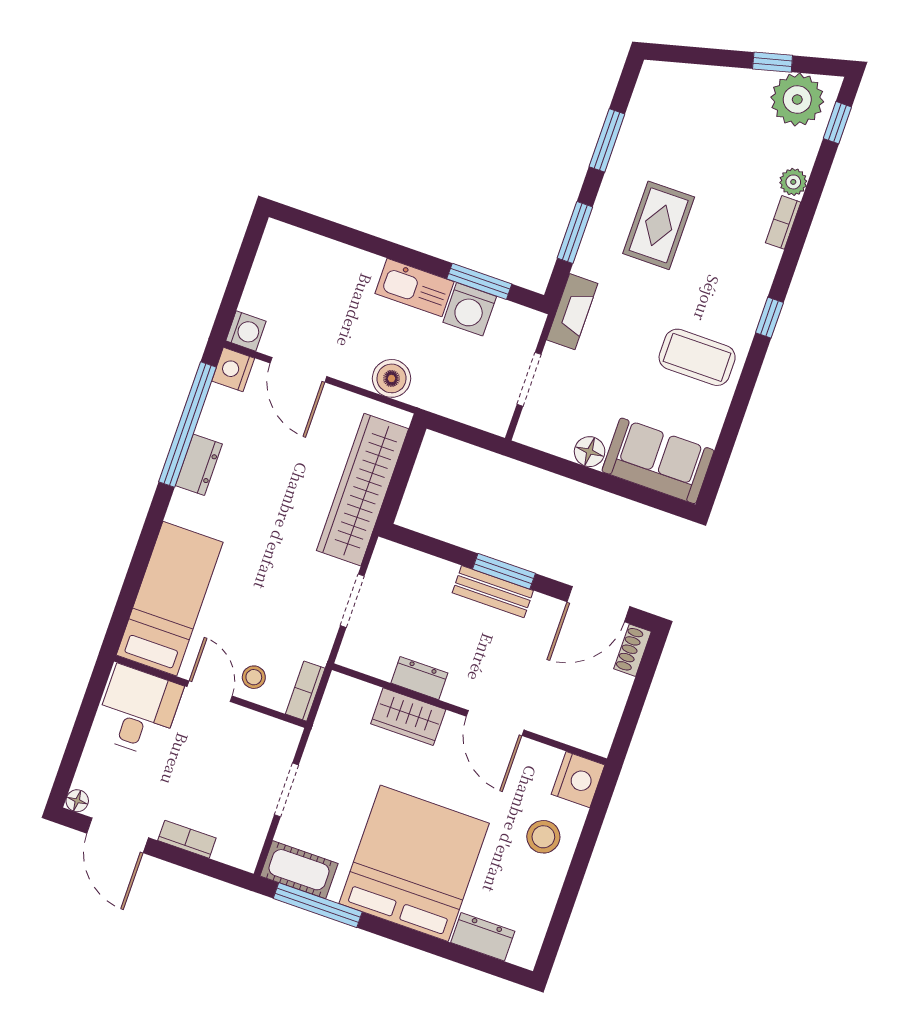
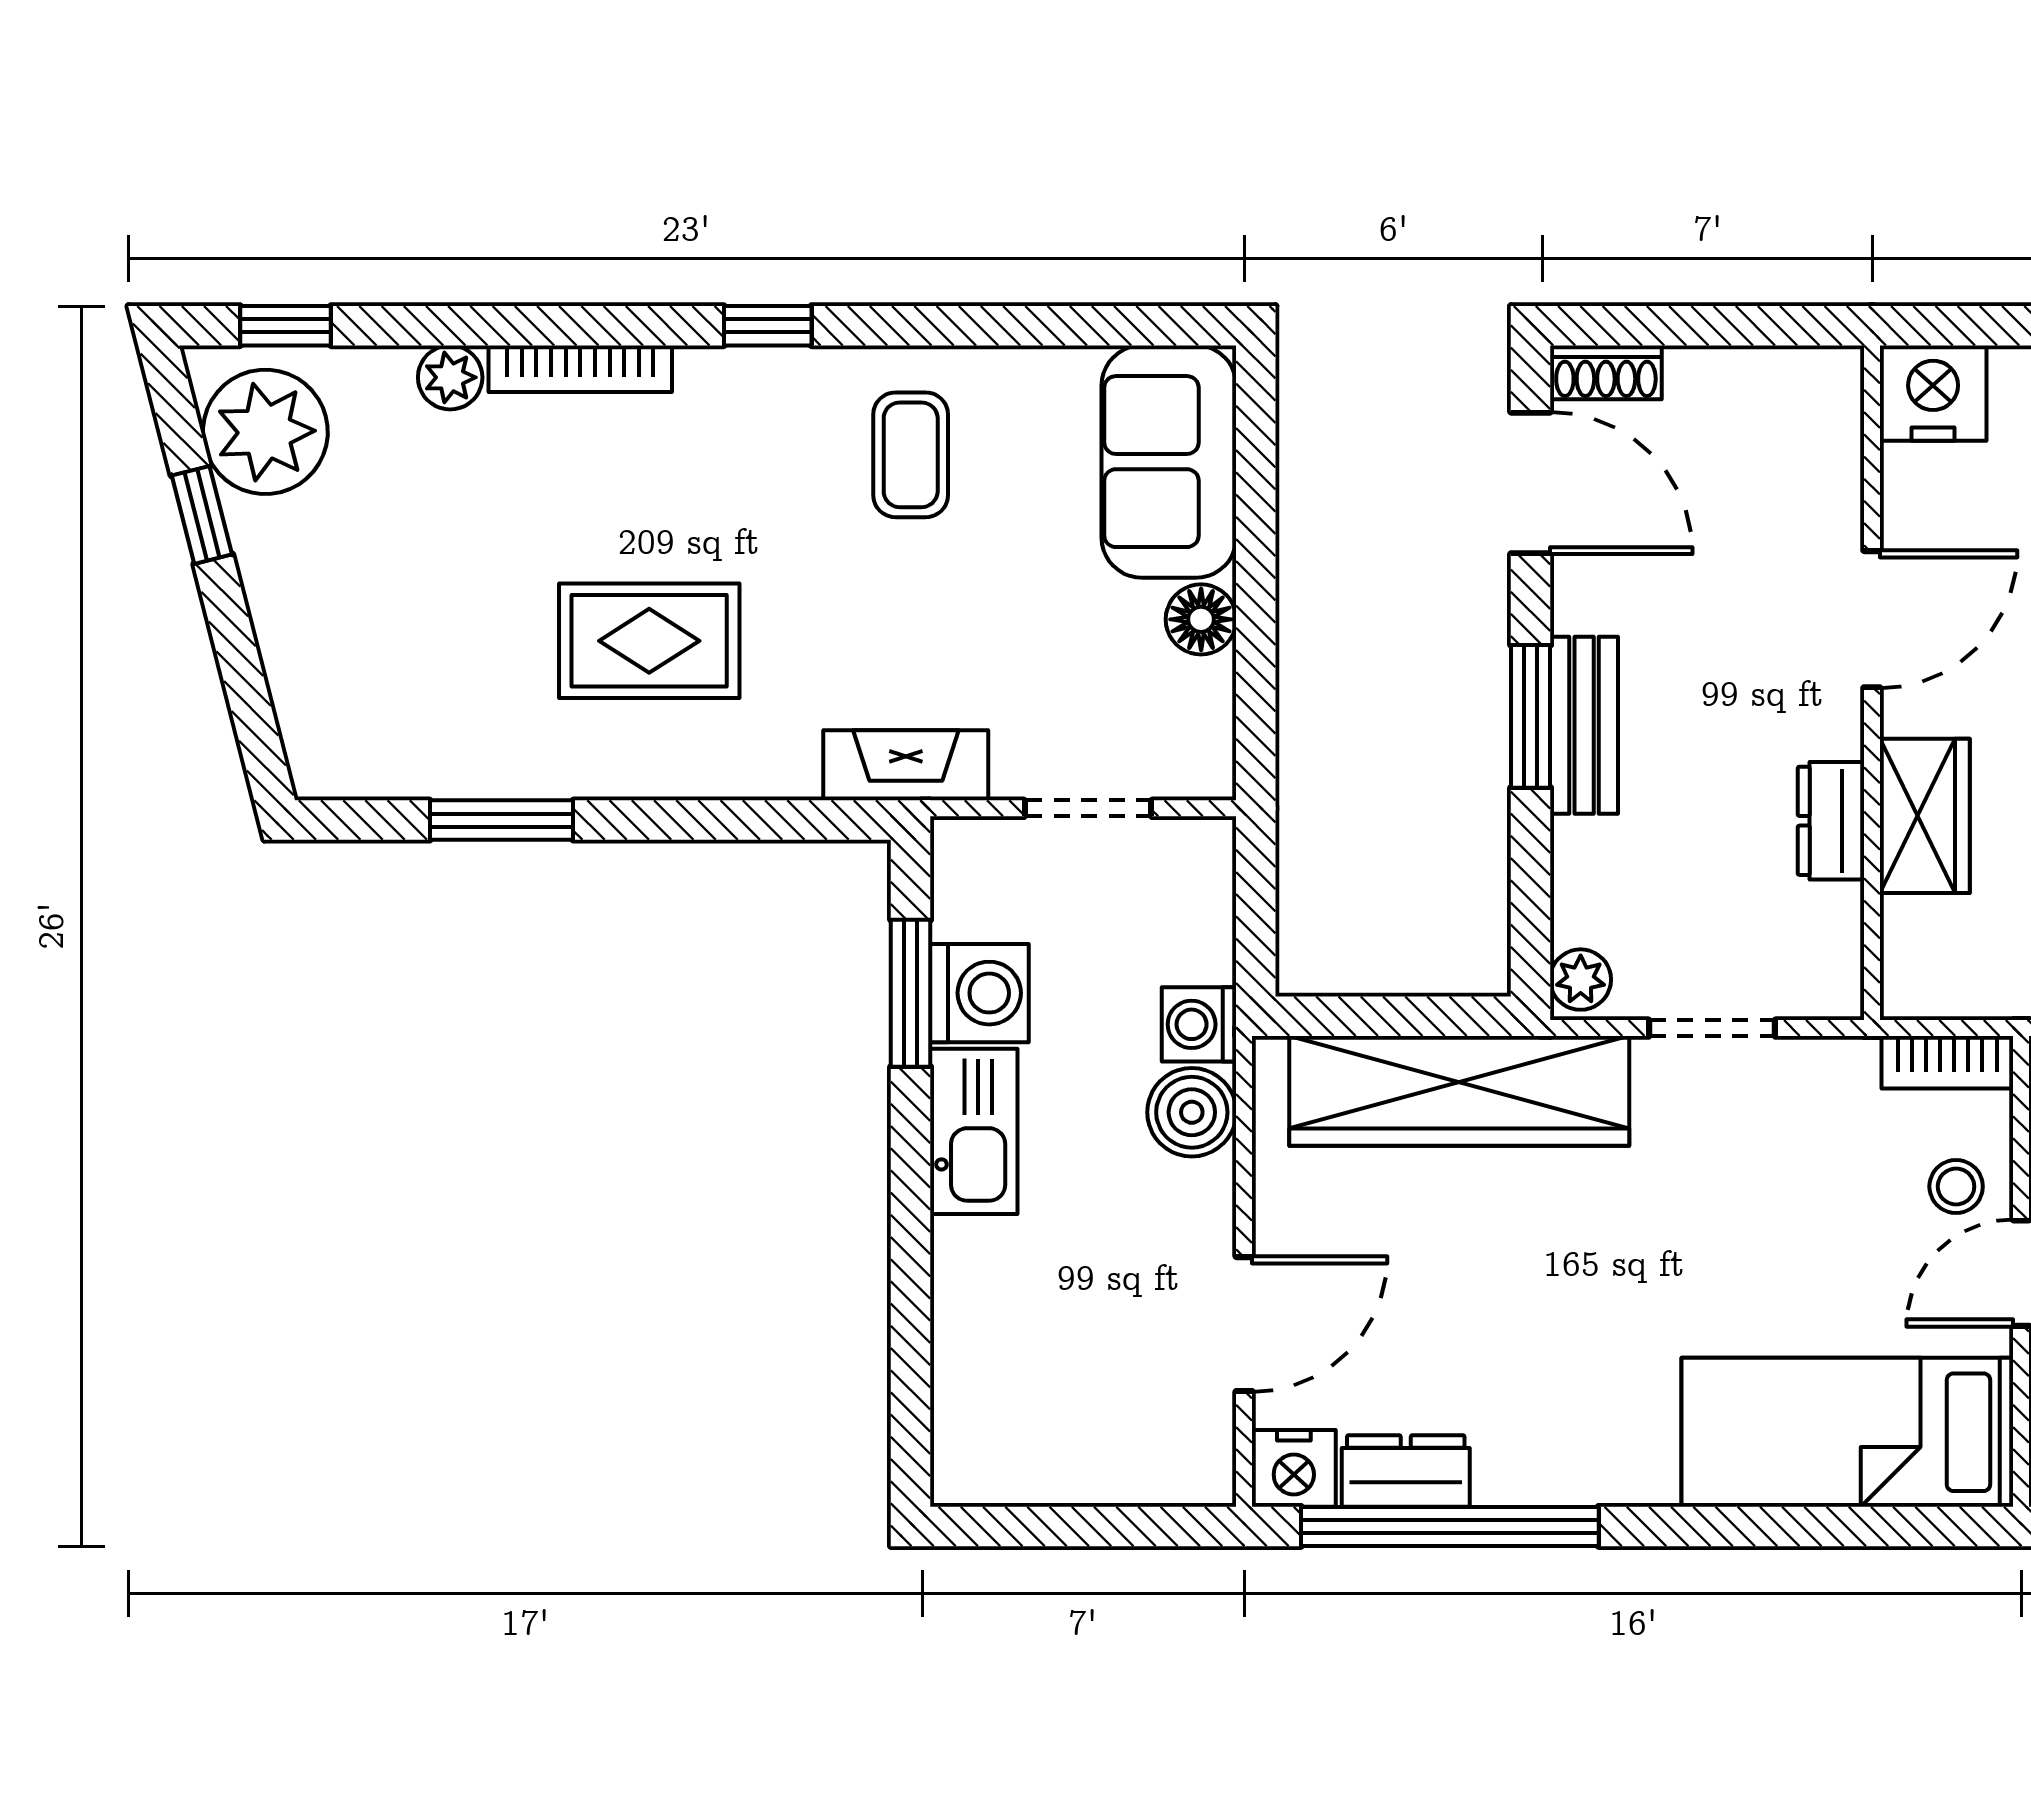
bookcase: (783, 222) -> (580, 369), width x1.56
window: (575, 233) -> (729, 820), removed
washing machine: (246, 331) -> (1199, 1024), moved, turned -90
coffee table: (697, 357) -> (911, 455), width x0.73, depth x0.77
dresser: (199, 465) -> (1406, 1471), moved
plant: (390, 554) -> (1581, 980), added

